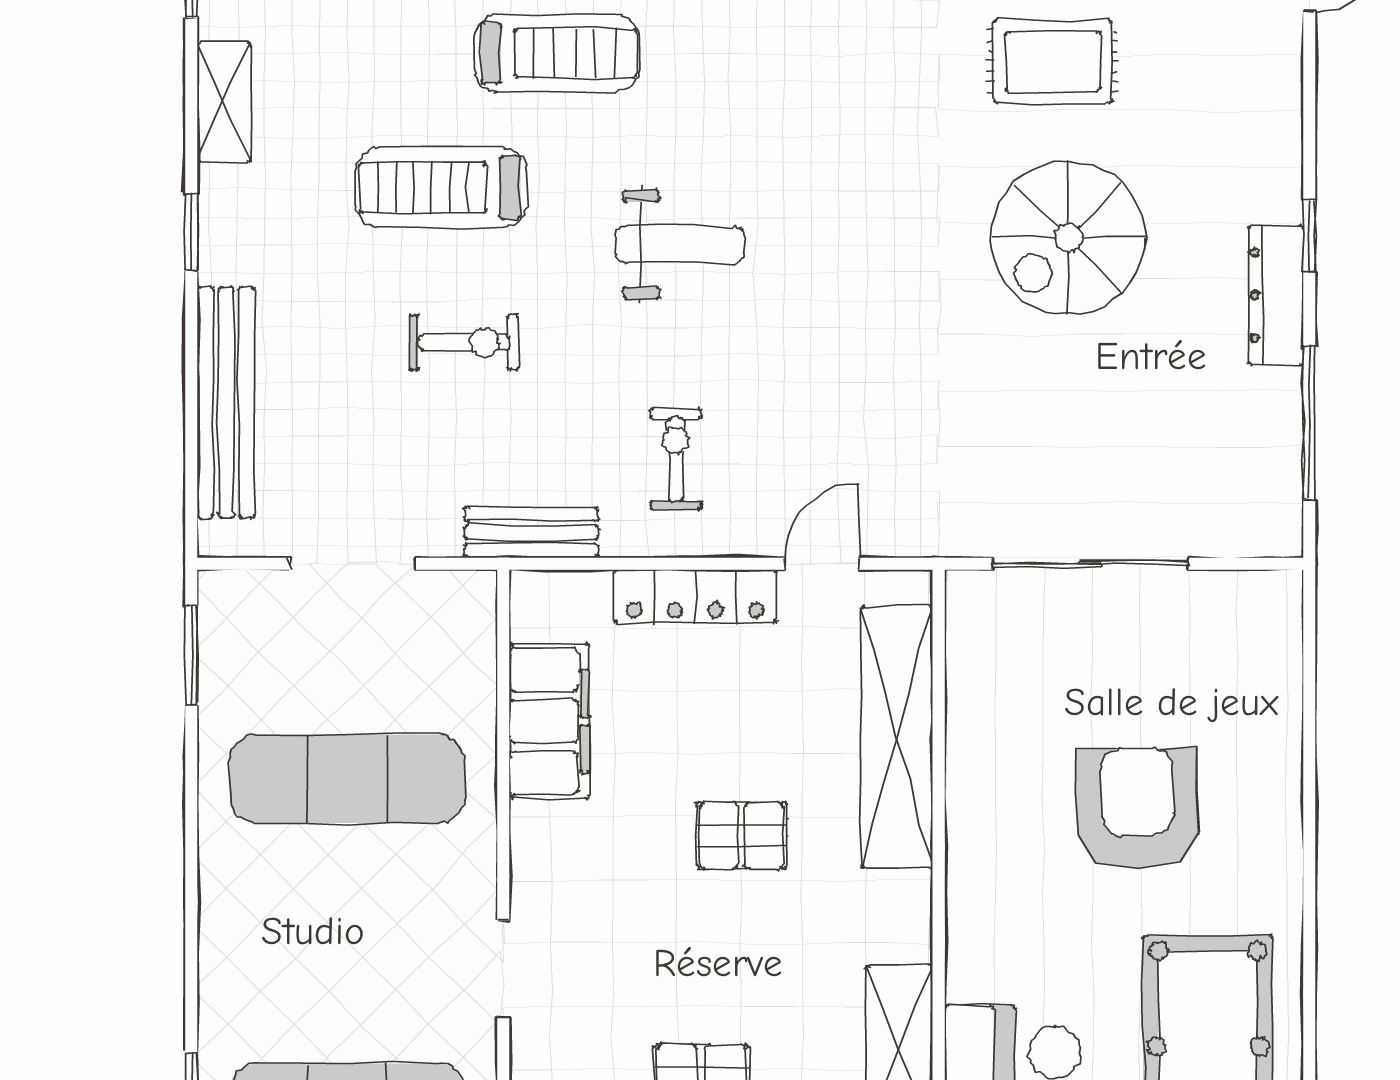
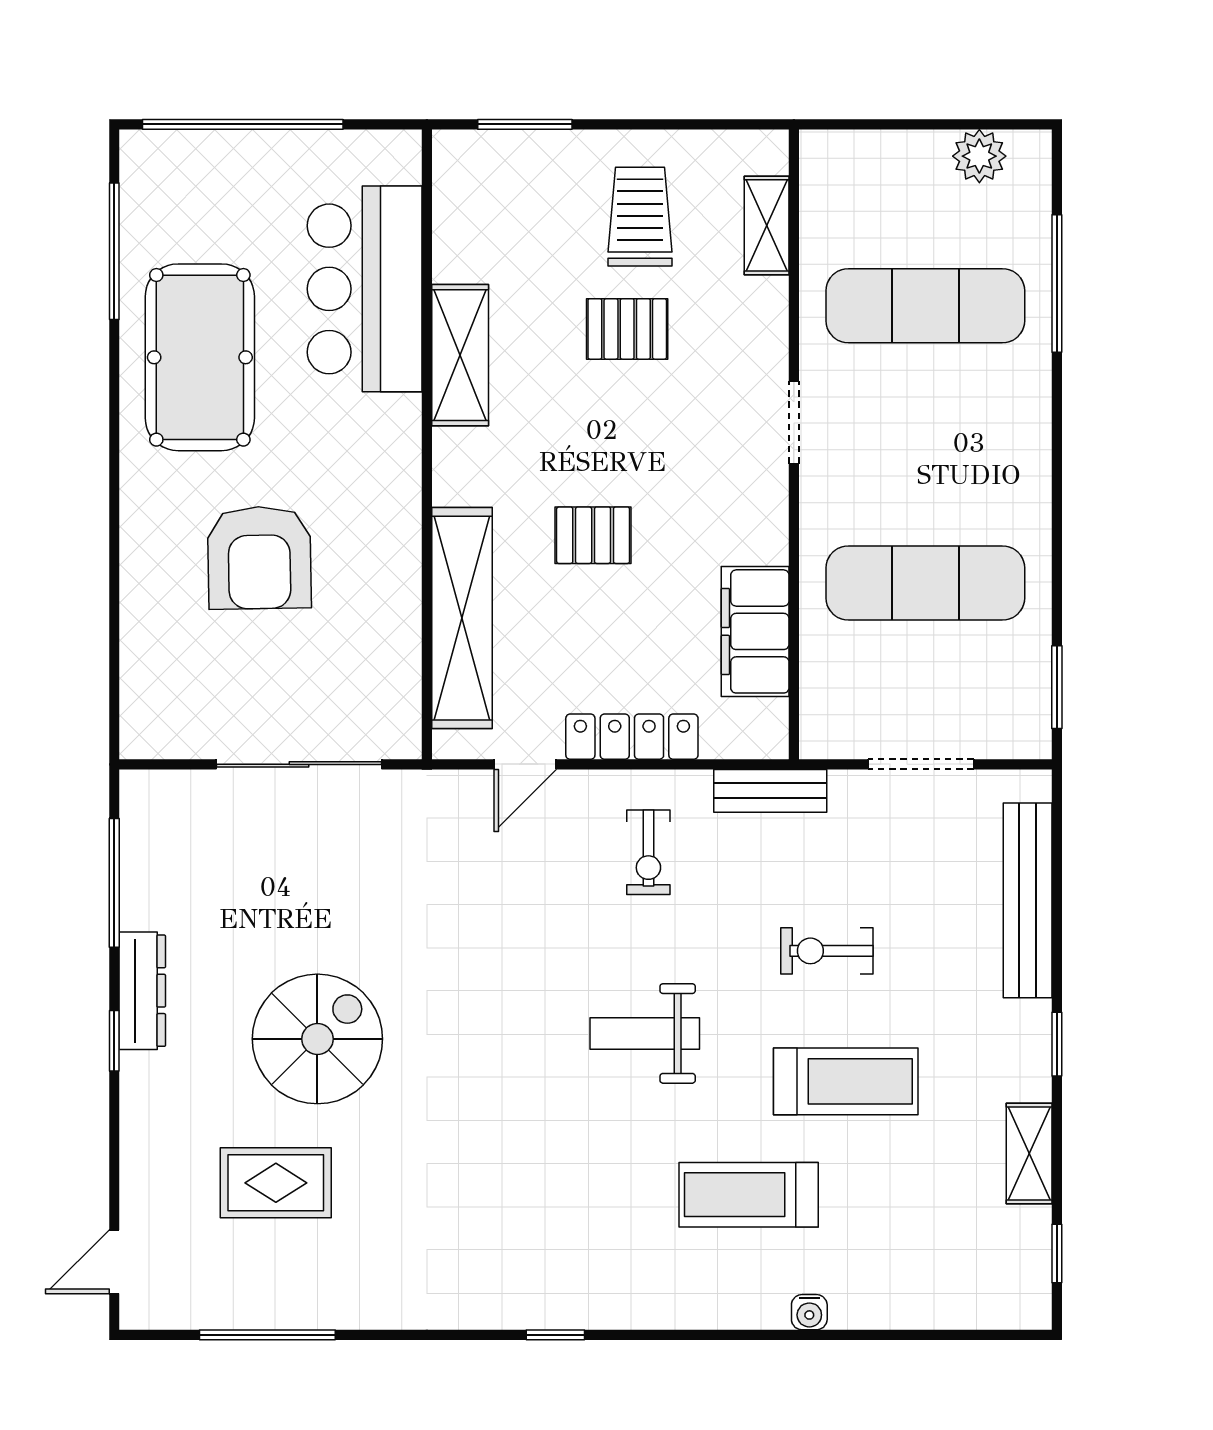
rug: (1053, 61) -> (276, 1183), moved

